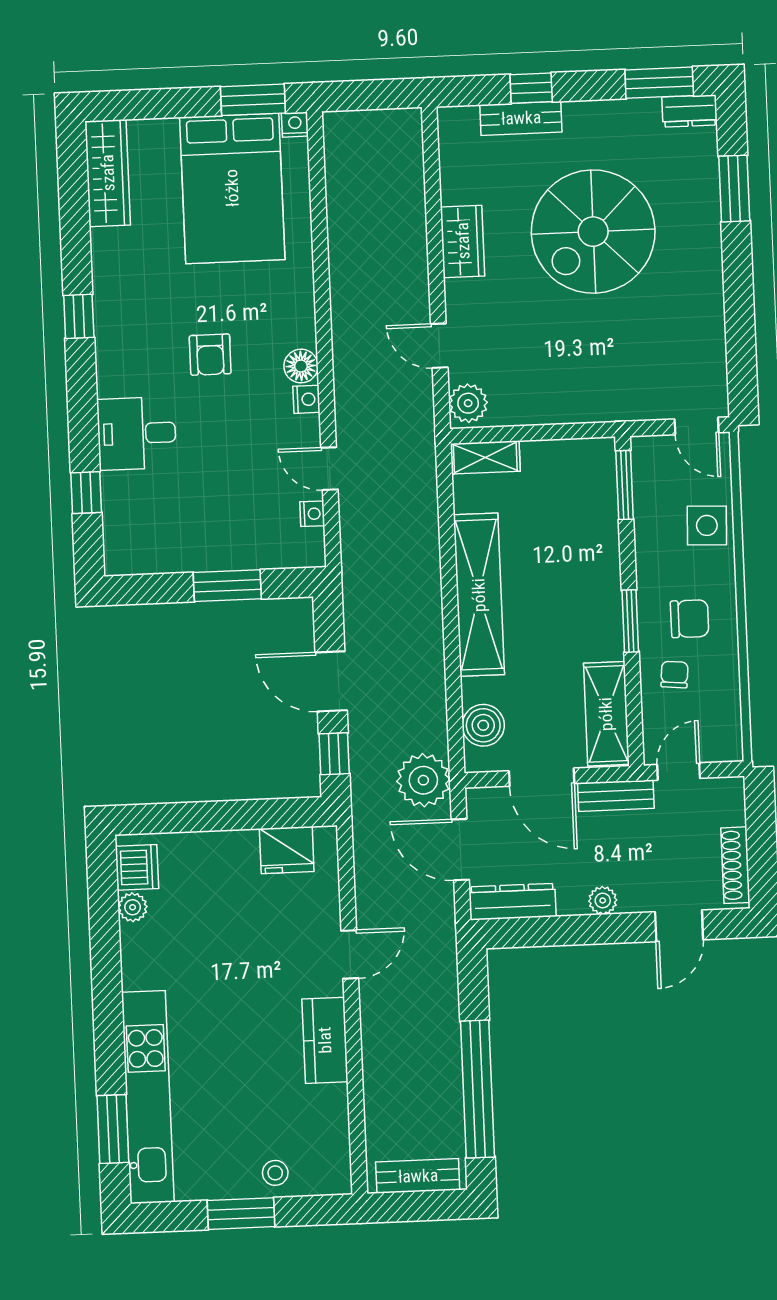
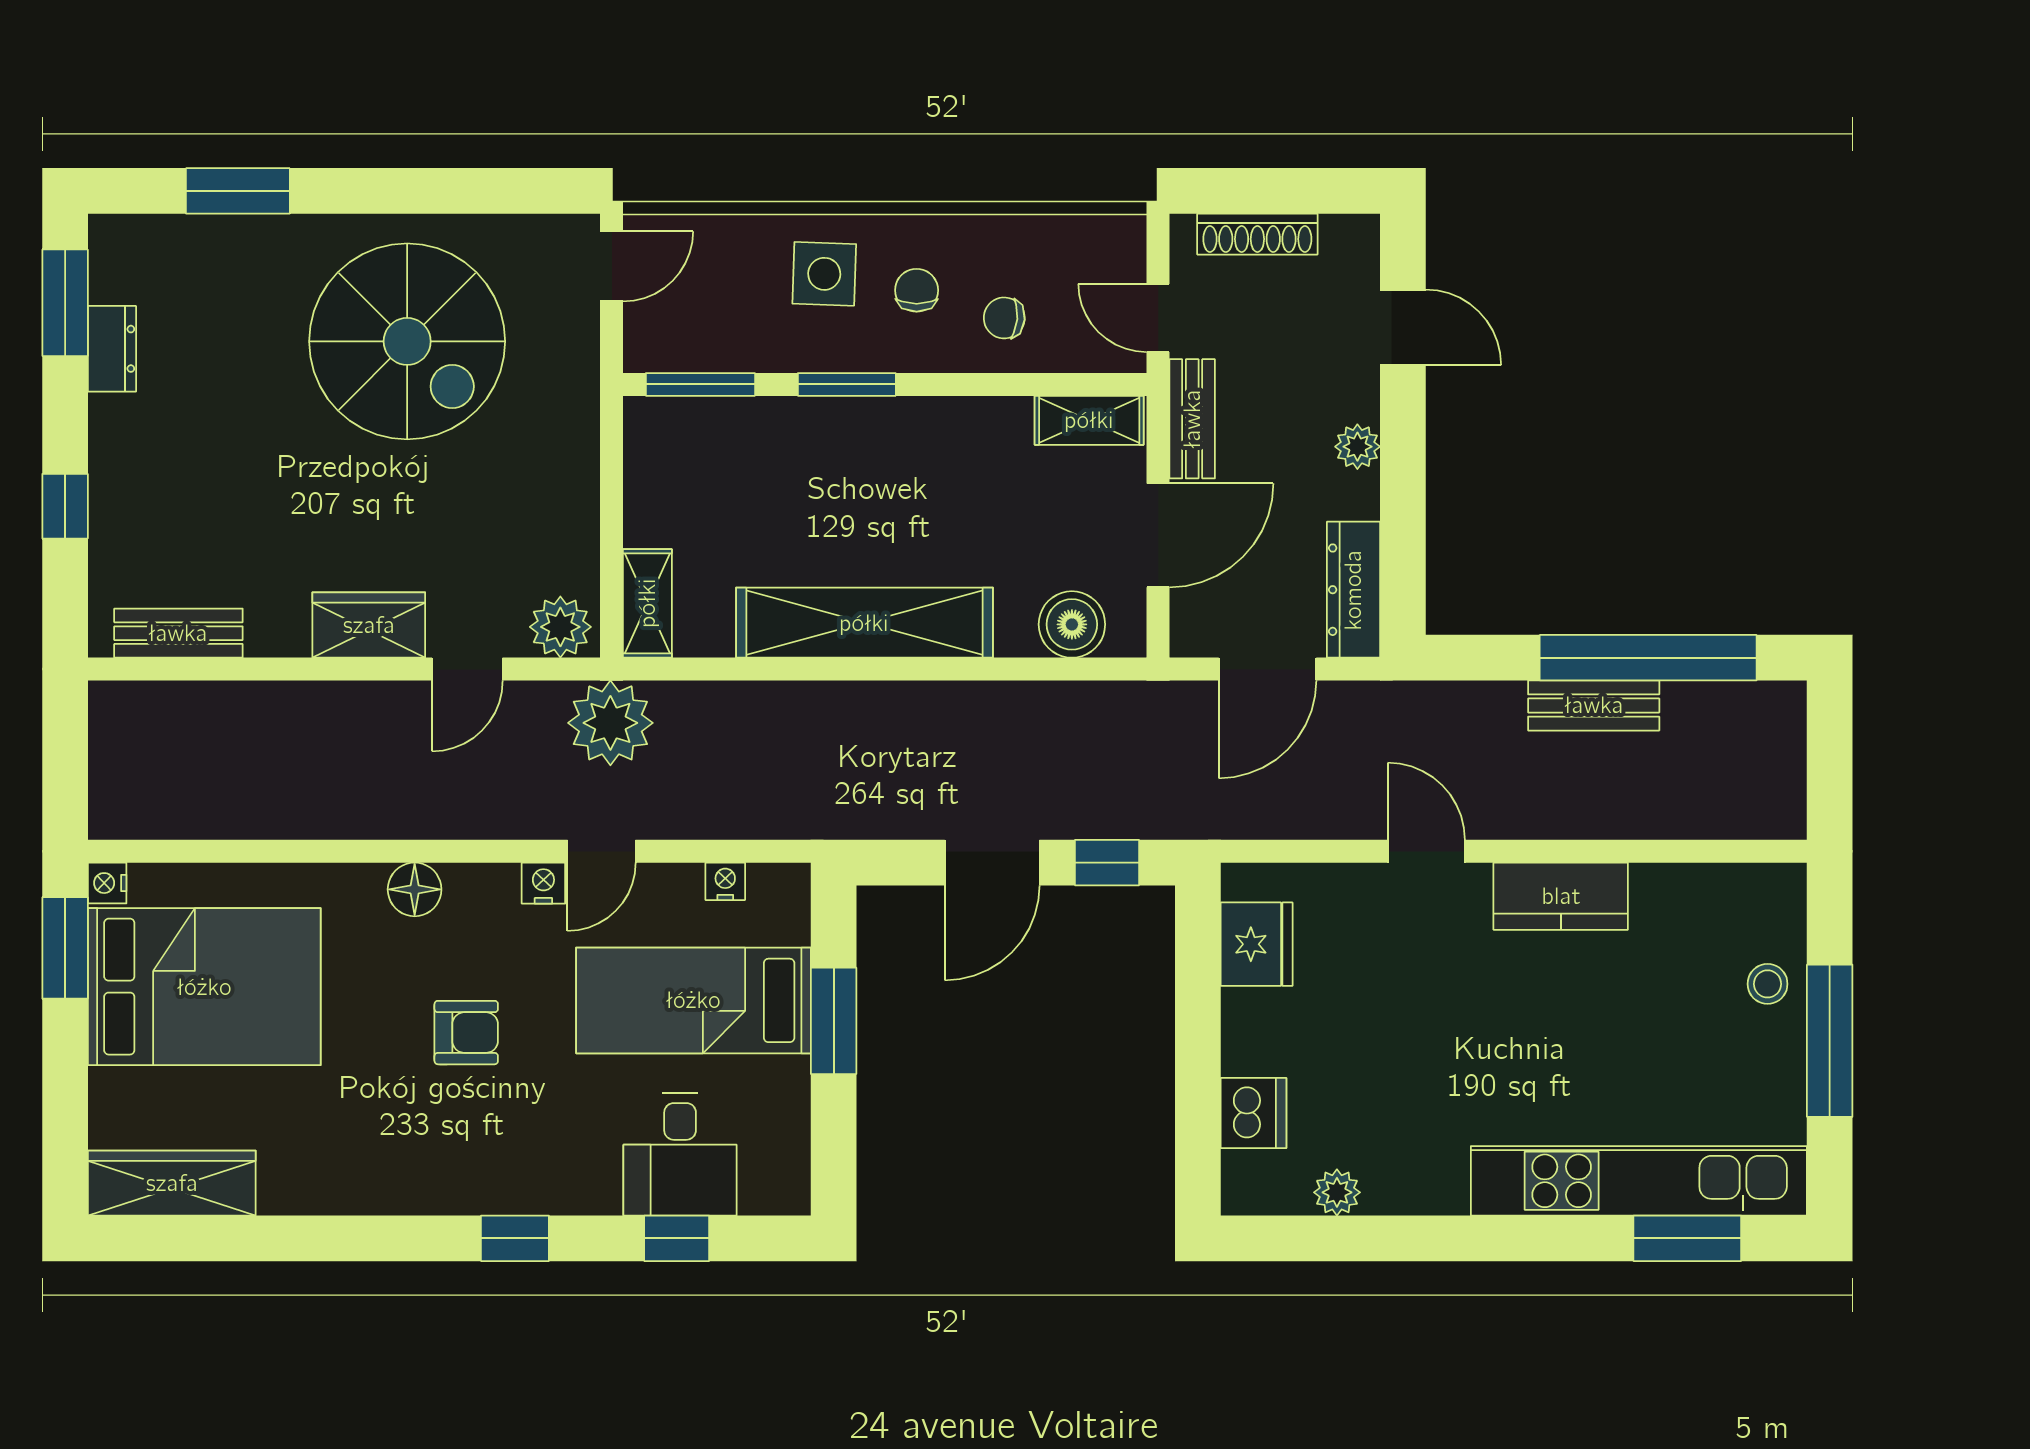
dresser: (690, 111) -> (112, 349), moved
bench: (521, 118) -> (178, 633), moved, turned 90
spiral stairs: (593, 232) -> (407, 341), moved
wardrobe: (463, 241) -> (369, 625), moved
window: (79, 316) -> (515, 1238), moved
floor lamp: (301, 366) -> (415, 889), moved
desk: (137, 433) -> (680, 1154), moved
door: (329, 469) -> (602, 851), moved
bed: (236, 497) -> (693, 1000), added
side table: (707, 525) -> (824, 274), moved
chair: (690, 619) -> (917, 290), width x0.73, depth x0.73
window: (630, 621) -> (847, 384), moved
shelving: (606, 714) -> (1089, 420), width x0.67, depth x0.75
plant: (423, 780) -> (610, 723), moved
shoe rack: (735, 865) -> (1257, 234), moved
dishwasher: (137, 867) -> (1253, 1113), moved, turned 90
bench: (418, 1176) -> (1594, 705), moved, turned 90
window: (241, 1214) -> (1830, 1041), width x1.44

